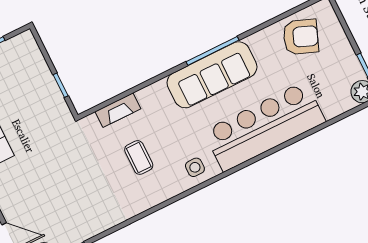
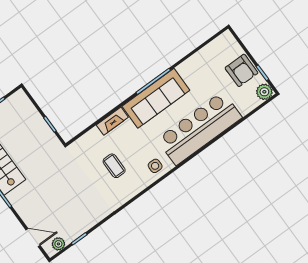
armchair: (301, 37) -> (241, 70), moved, turned 69
fireplace: (118, 110) -> (112, 121), moved

